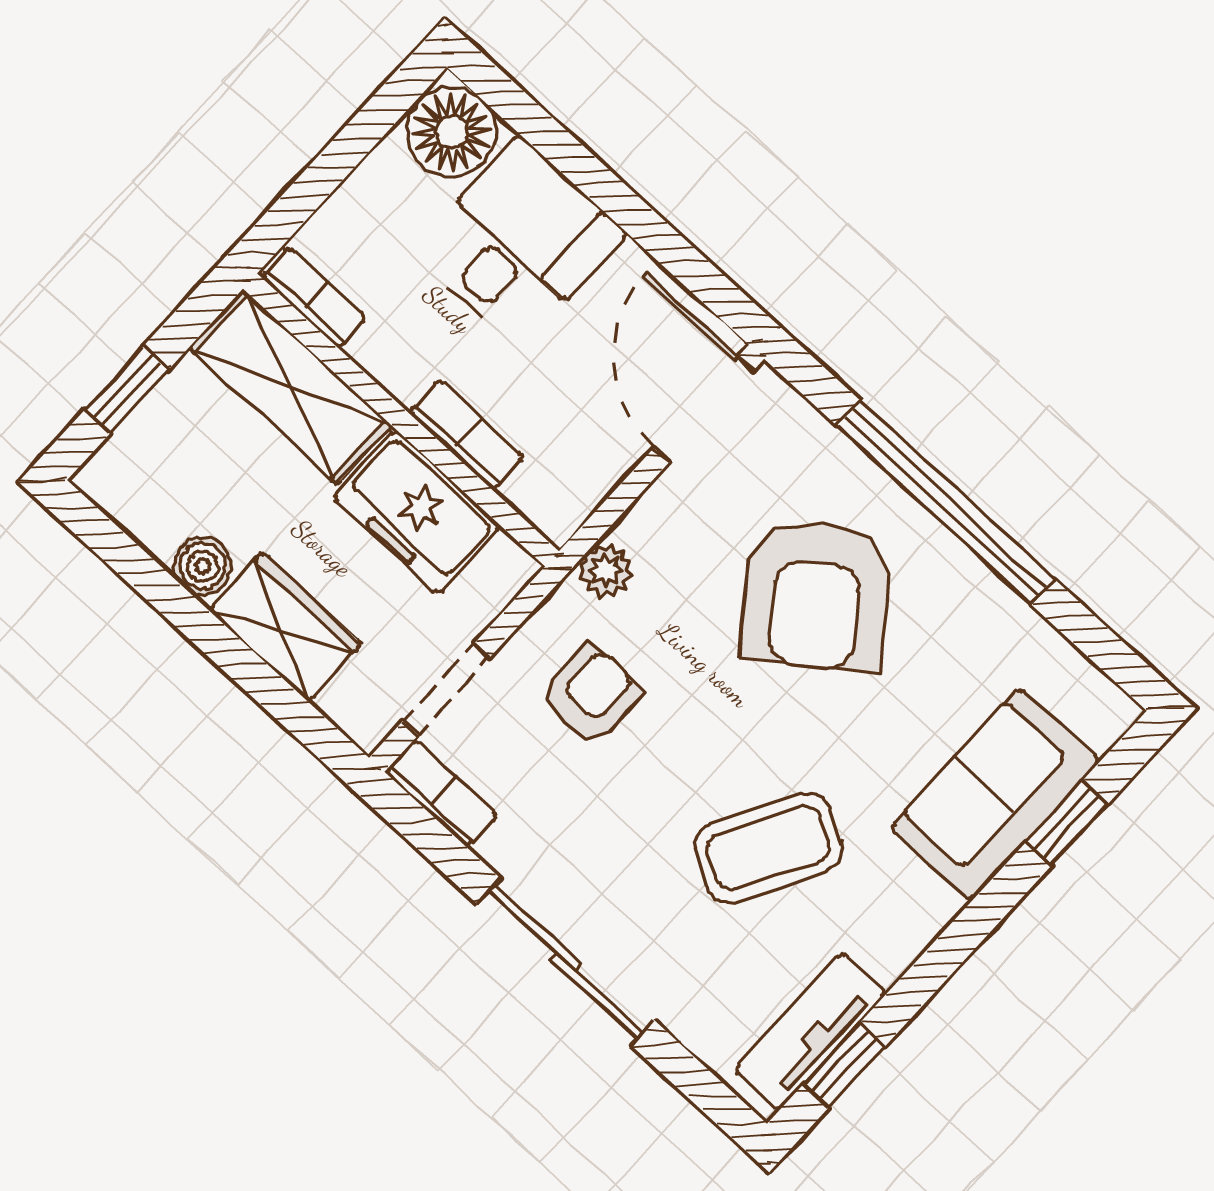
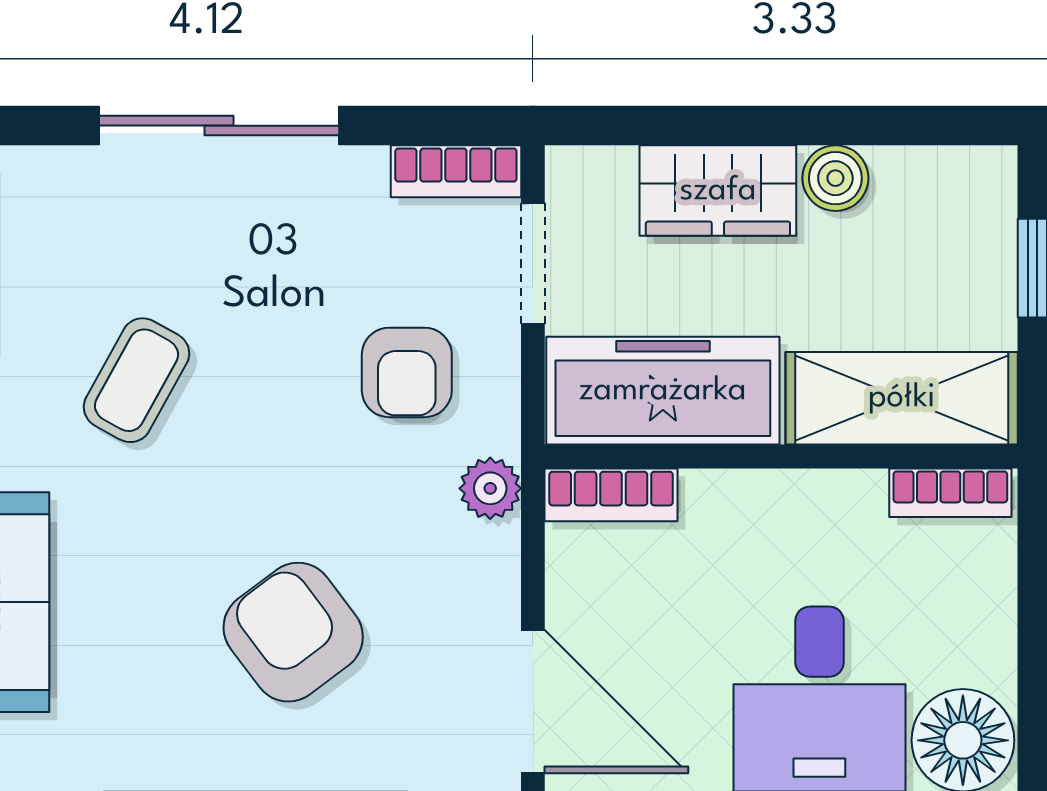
bookcase: (466, 435) -> (611, 495), moved
freezer: (417, 512) -> (663, 391), width x1.40
armchair: (816, 595) -> (293, 632), width x0.73, depth x0.73
coffee table: (768, 848) -> (137, 380), width x0.73, depth x0.77

